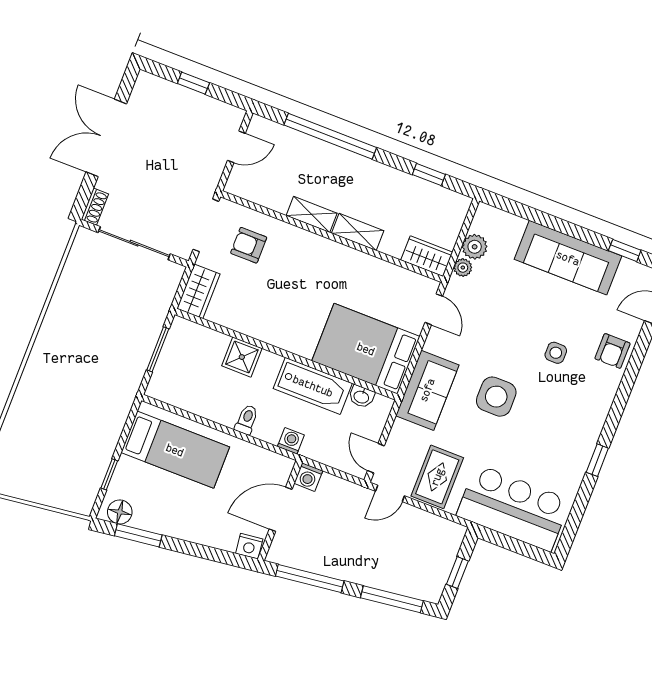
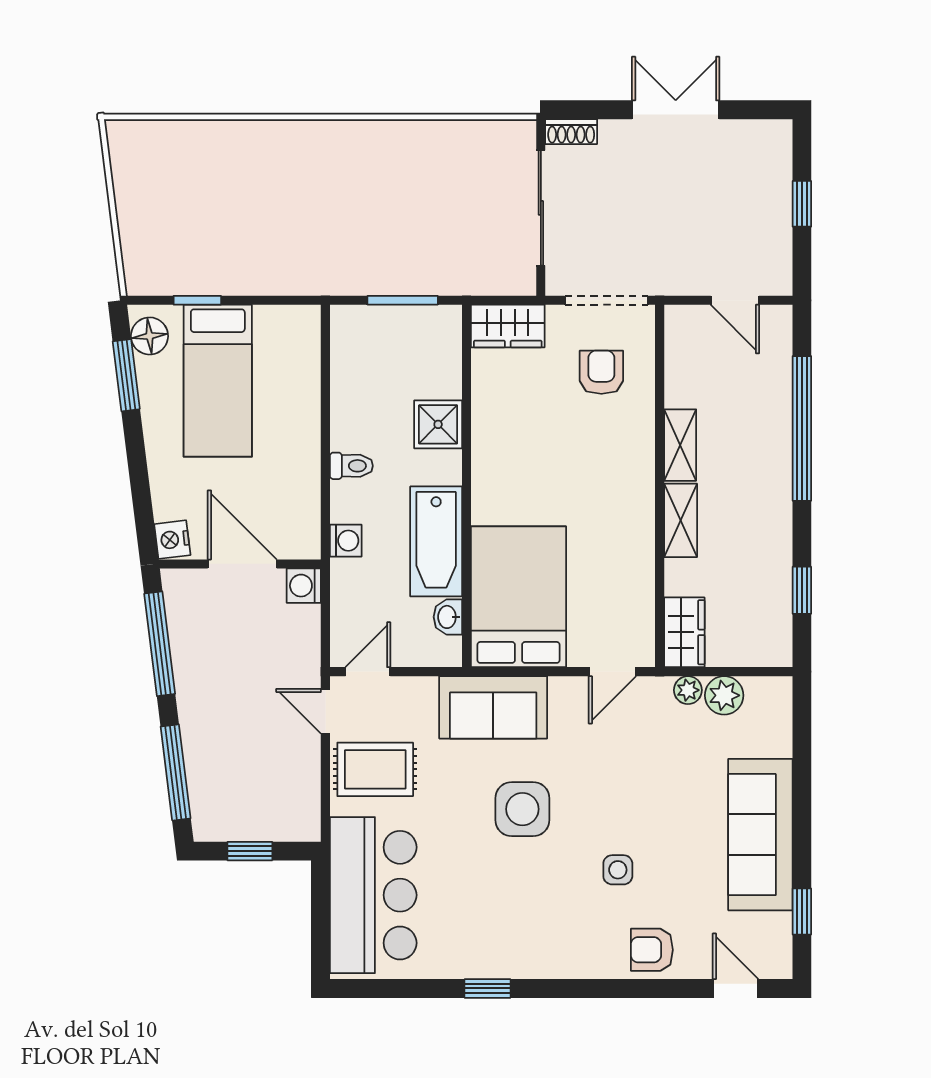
double door: (106, 138) -> (676, 110), width x0.73
bed: (175, 450) -> (218, 381), moved

